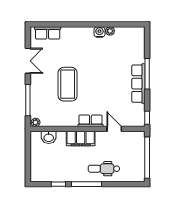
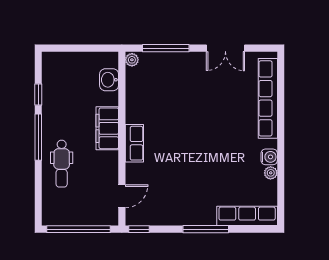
row of seats: (48, 33) -> (268, 98), width x2.02
coffee table: (68, 84) -> (190, 108), removed
row of seats: (138, 84) -> (247, 216), moved
door: (114, 129) -> (122, 196), moved
dental chair: (104, 169) -> (62, 164), turned 180

